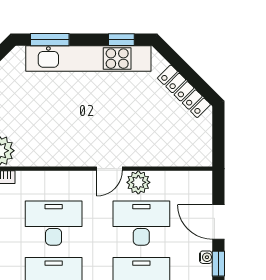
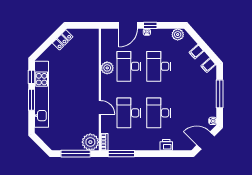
window: (50, 40) -> (31, 100), moved
locker: (184, 91) -> (63, 40), width x0.66
door: (109, 169) -> (100, 107), moved

